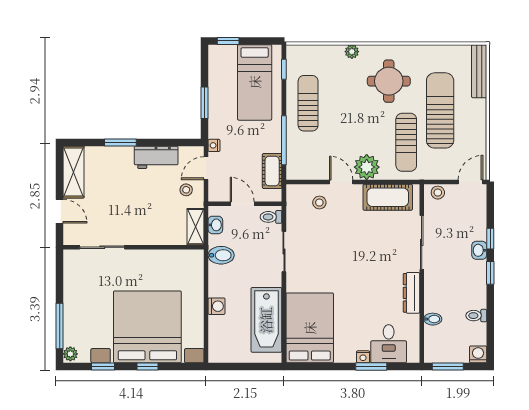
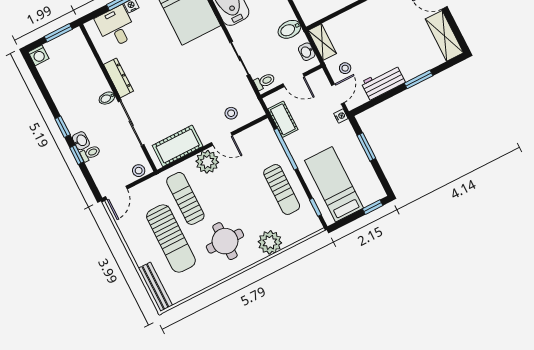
plant: (352, 52) -> (270, 242), width x1.88, depth x1.88
toilet: (476, 316) -> (90, 153), moved
bidet: (433, 319) -> (107, 98), moved

